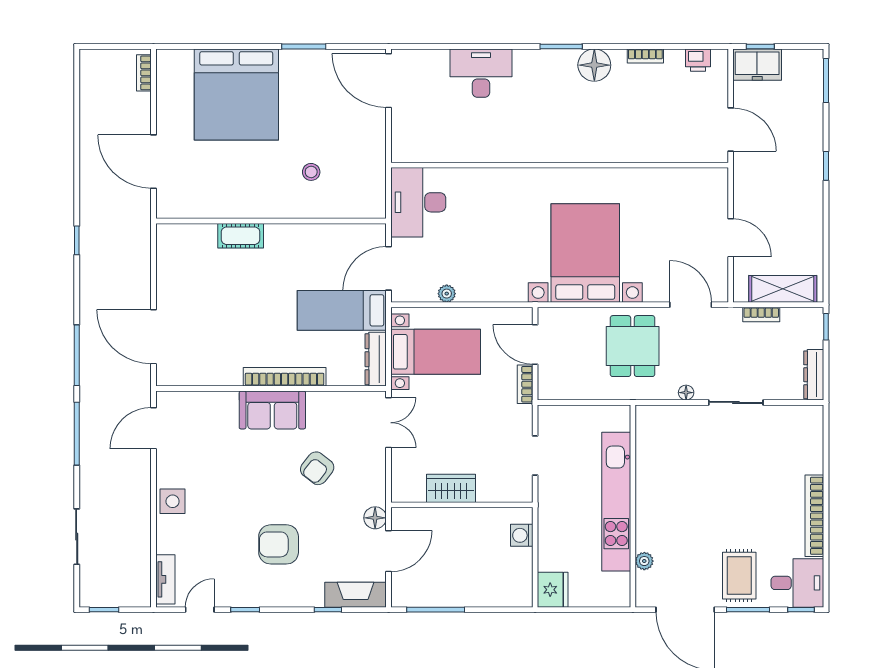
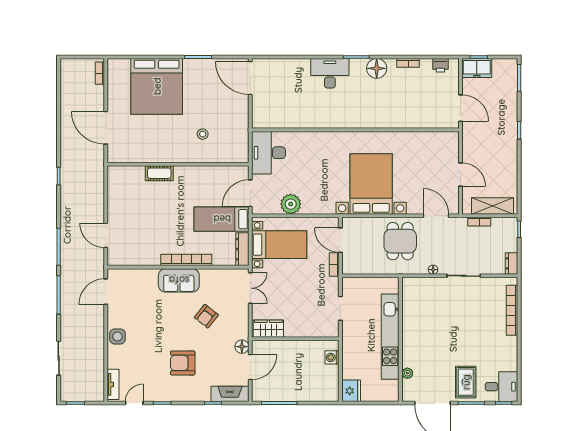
desk: (481, 73) -> (330, 73), moved
plant: (447, 294) -> (291, 204), width x1.88, depth x1.88
door: (154, 337) -> (106, 235), width x0.73
dresser: (814, 375) -> (512, 263), width x0.70
wardrobe: (451, 488) -> (268, 329), moved
bookcase: (814, 516) -> (512, 310), moved

